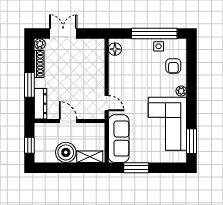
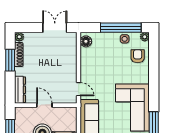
double door: (63, 34) -> (55, 28), moved
armchair: (173, 66) -> (138, 56), turned 180
window: (29, 85) -> (10, 60), moved
plant: (181, 91) -> (145, 37), moved

